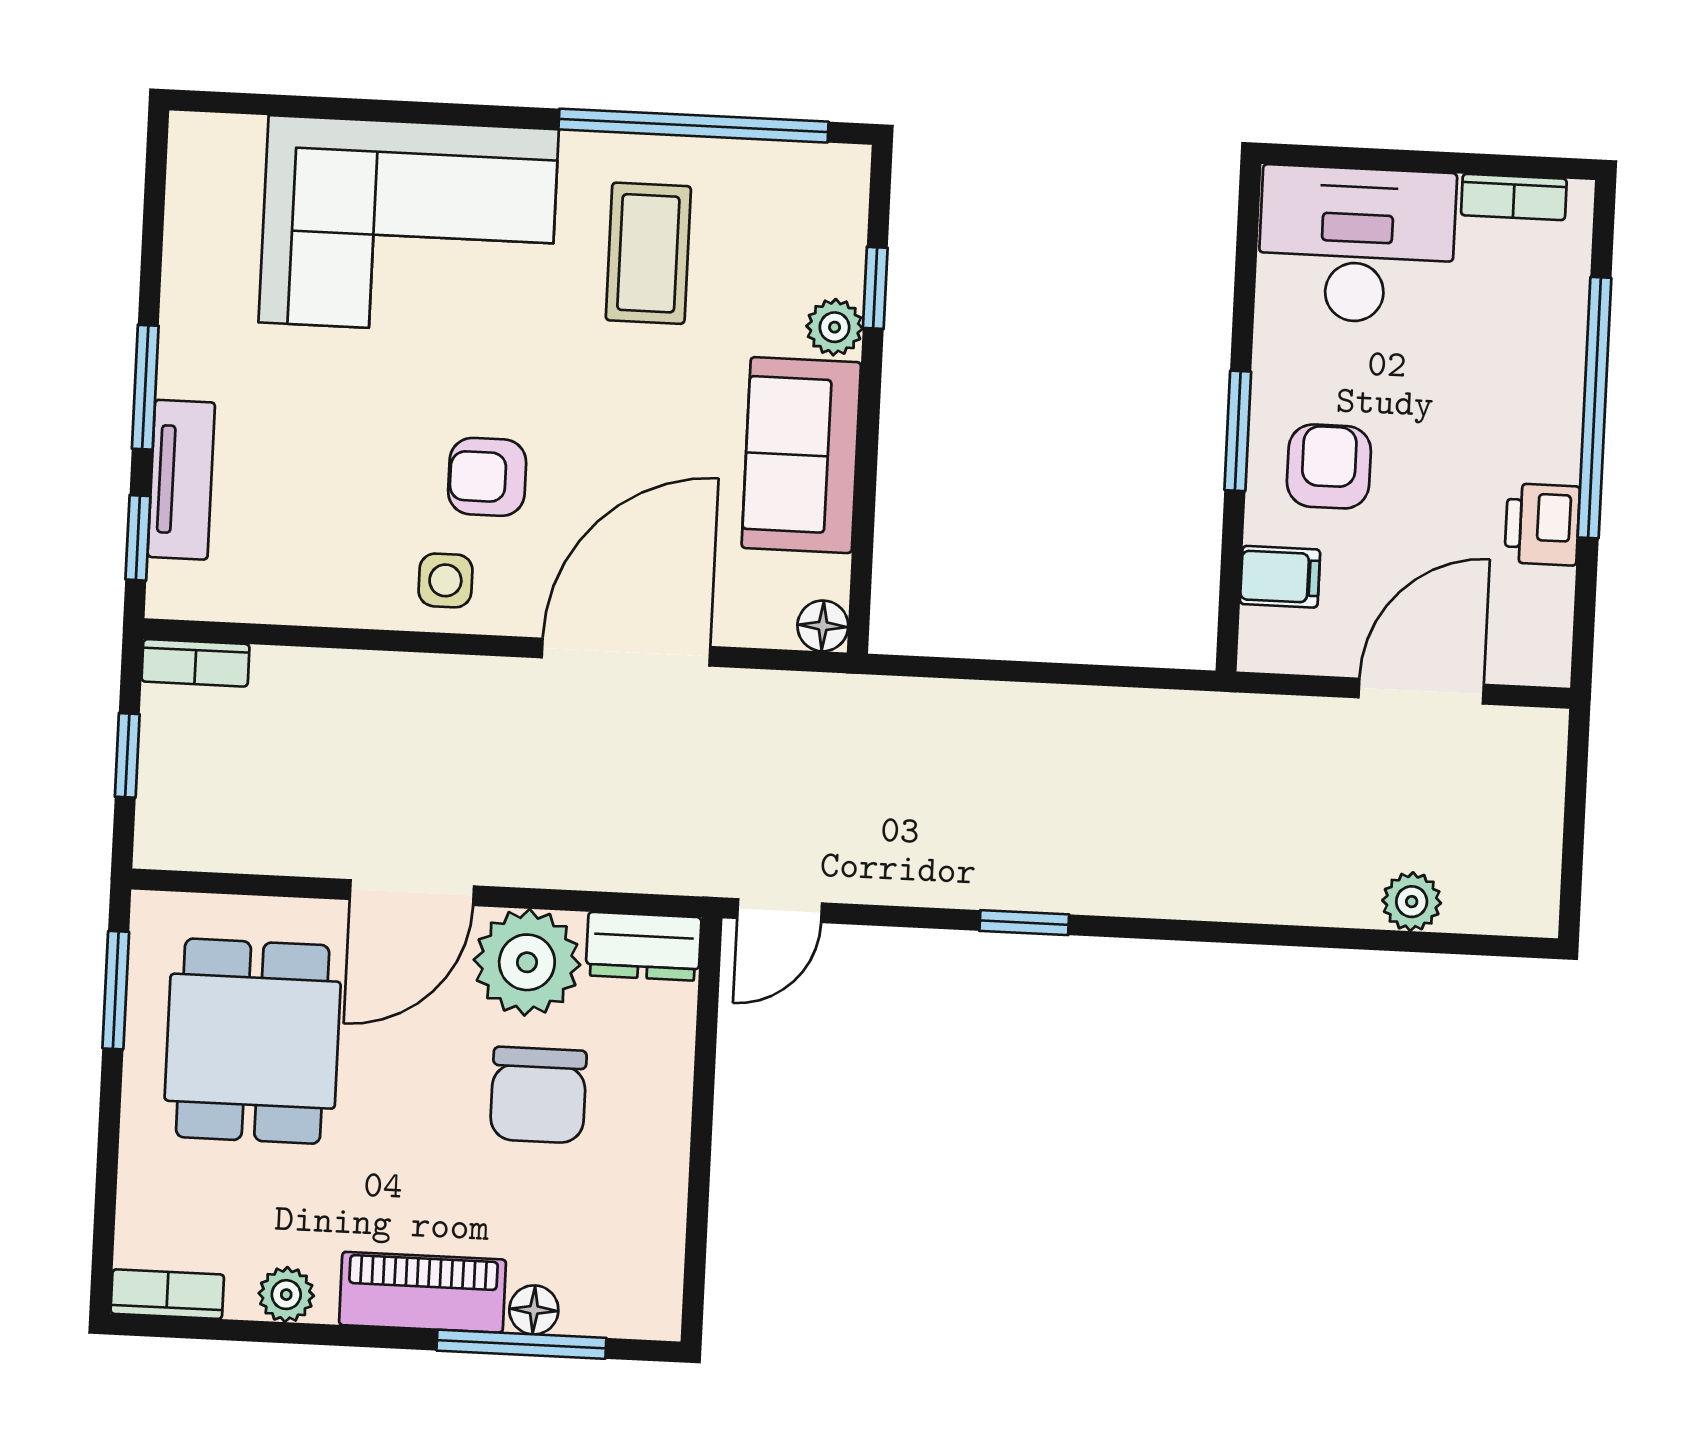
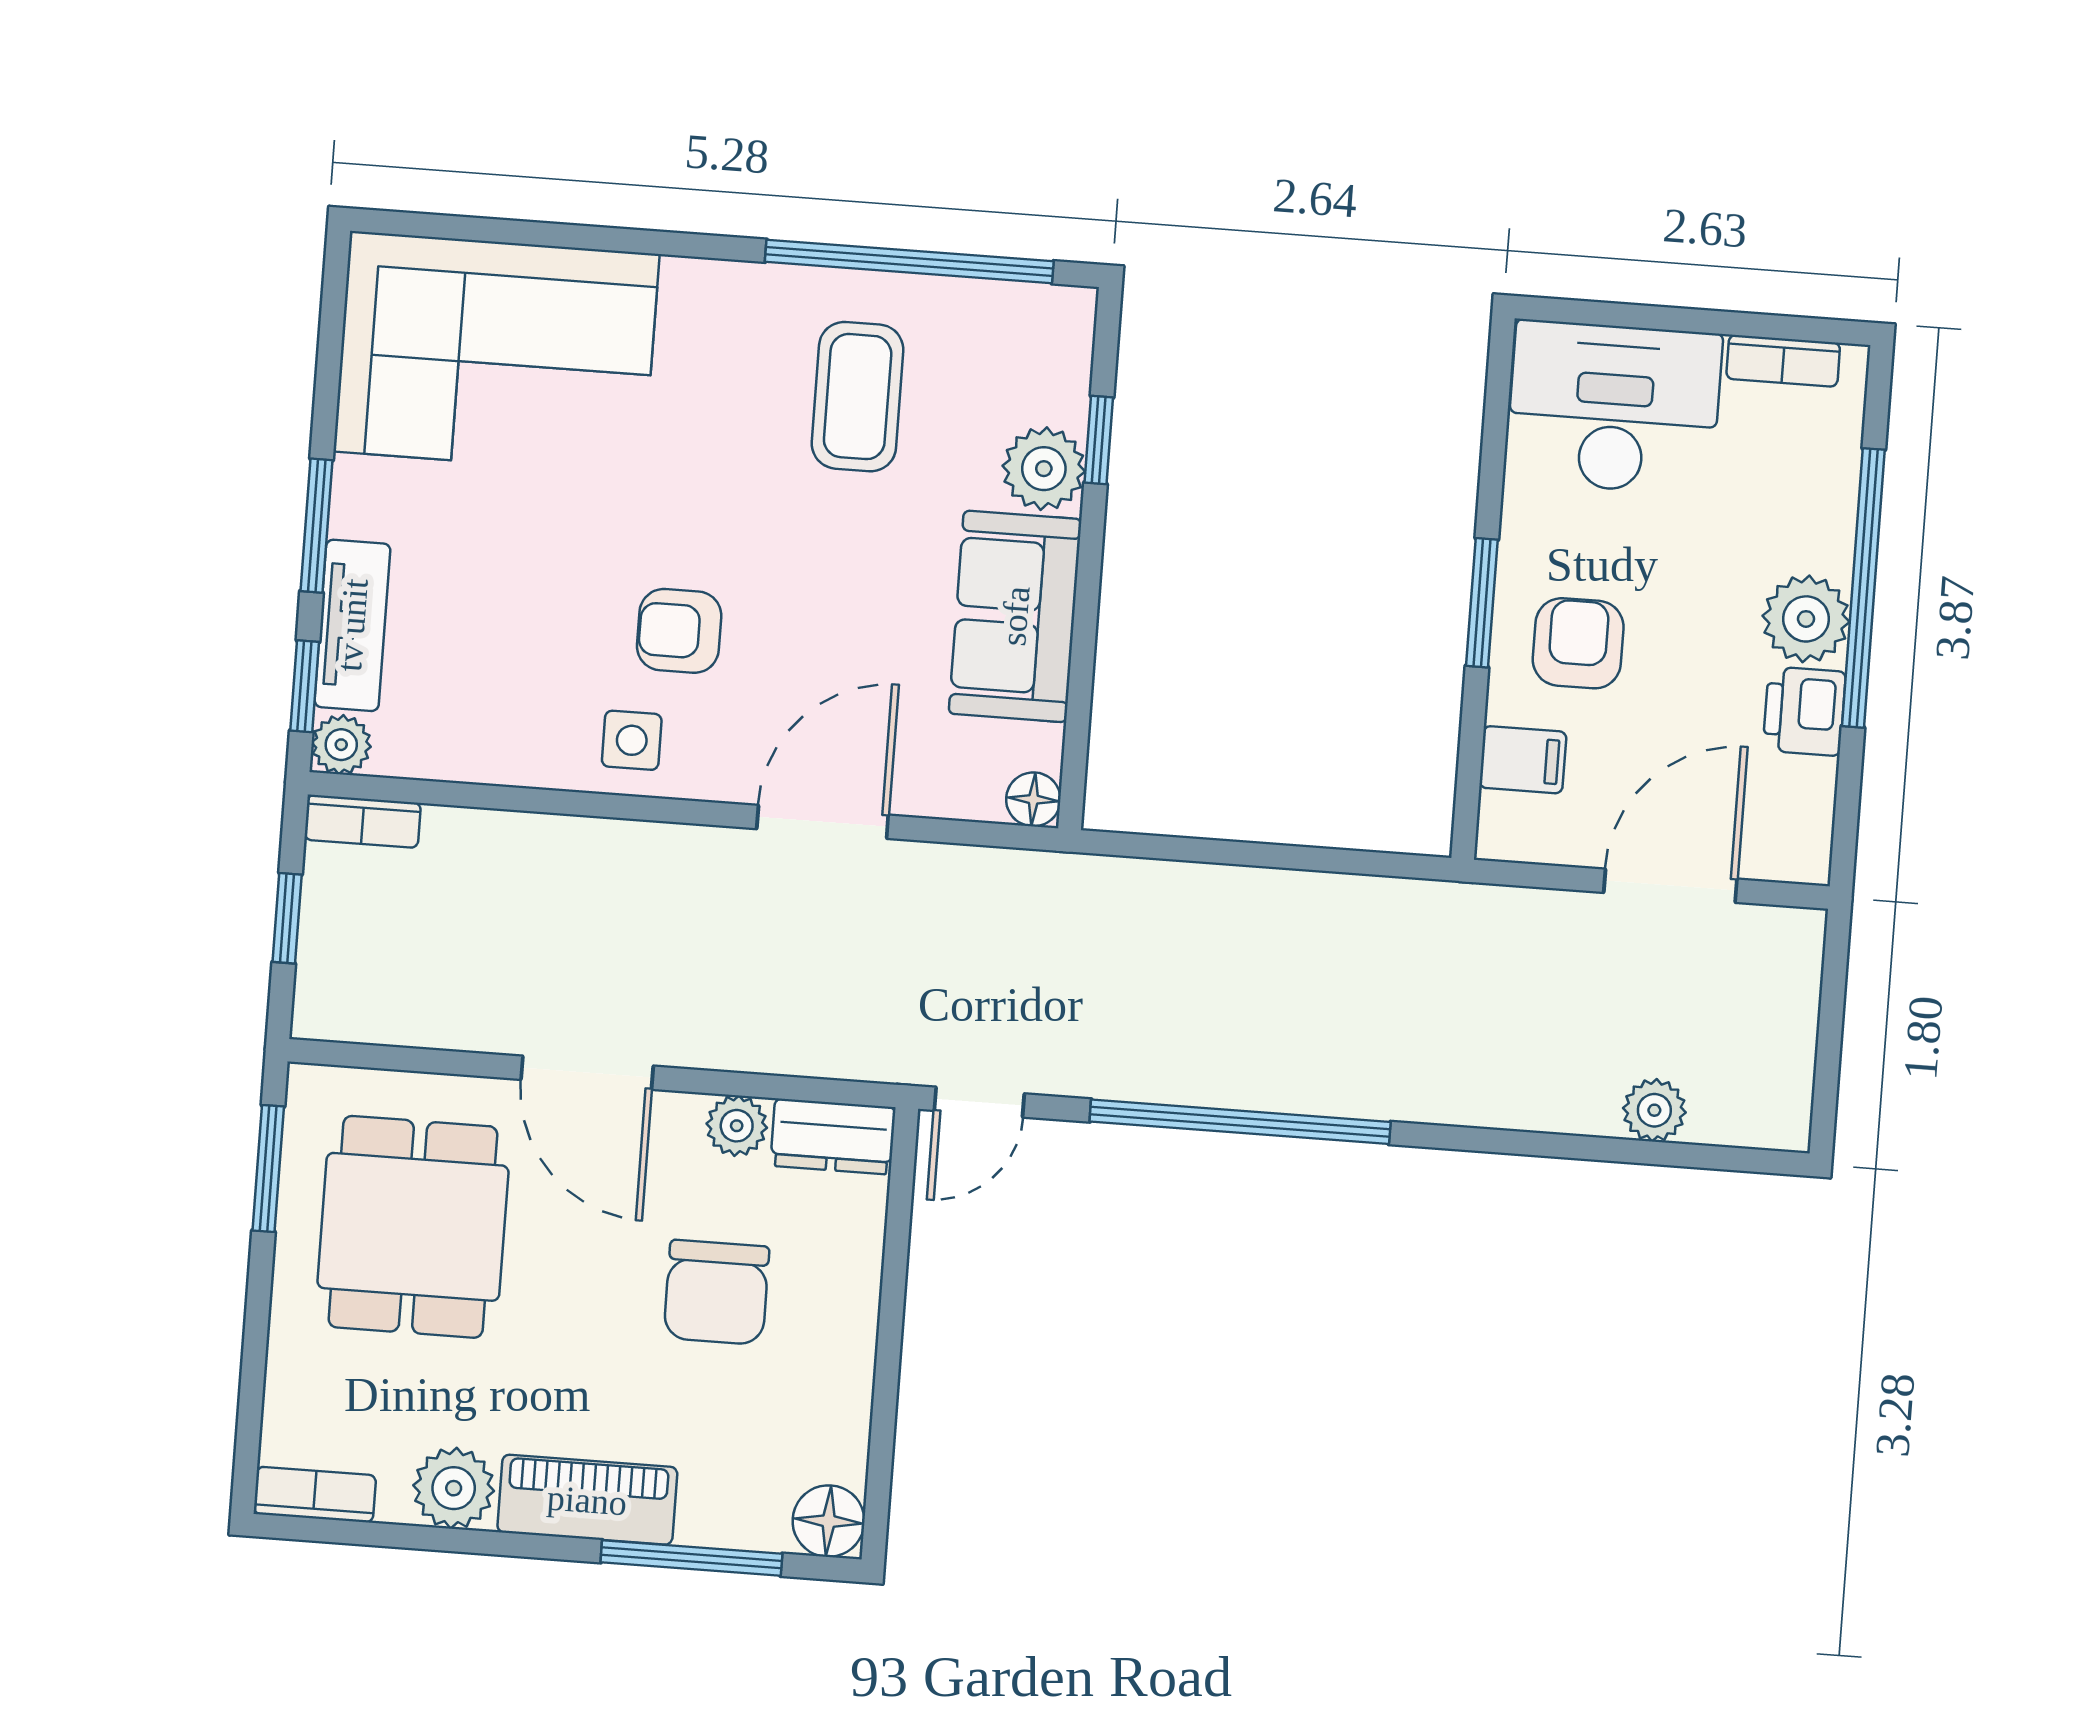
corner sofa: (409, 226) -> (496, 353), moved
plant: (835, 327) -> (1044, 469), width x1.38, depth x1.38
plant: (1542, 438) -> (1806, 619), added
plant: (174, 592) -> (341, 745), added
door: (626, 652) -> (823, 822), width x0.73
door: (412, 893) -> (587, 1073), hinge flipped
window: (1024, 923) -> (1240, 1122), width x3.17
plant: (527, 962) -> (737, 1126), width x0.53, depth x0.53
plant: (286, 1295) -> (454, 1488), width x1.38, depth x1.38
floor lamp: (534, 1310) -> (829, 1521), moved, width x1.37, depth x1.37

